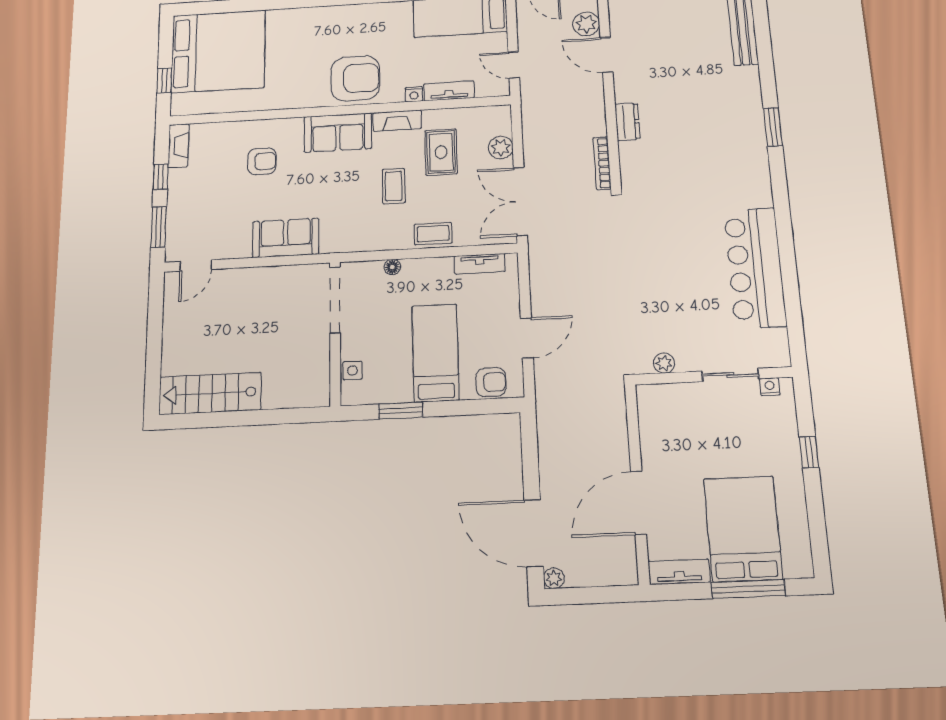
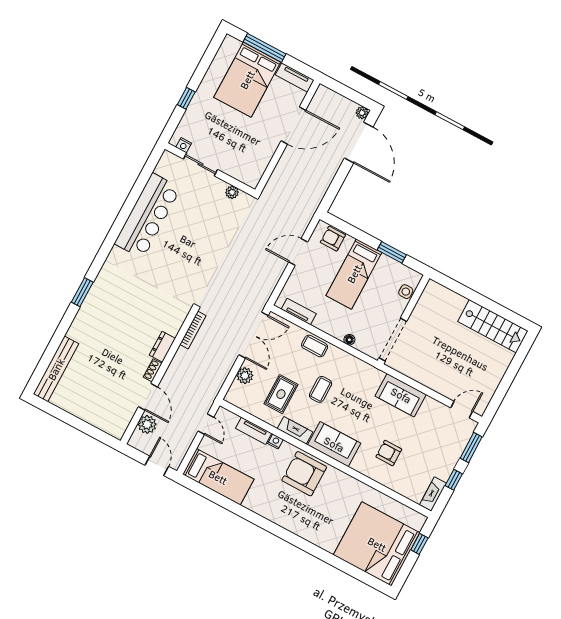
shoe rack: (621, 88) -> (153, 370), added

